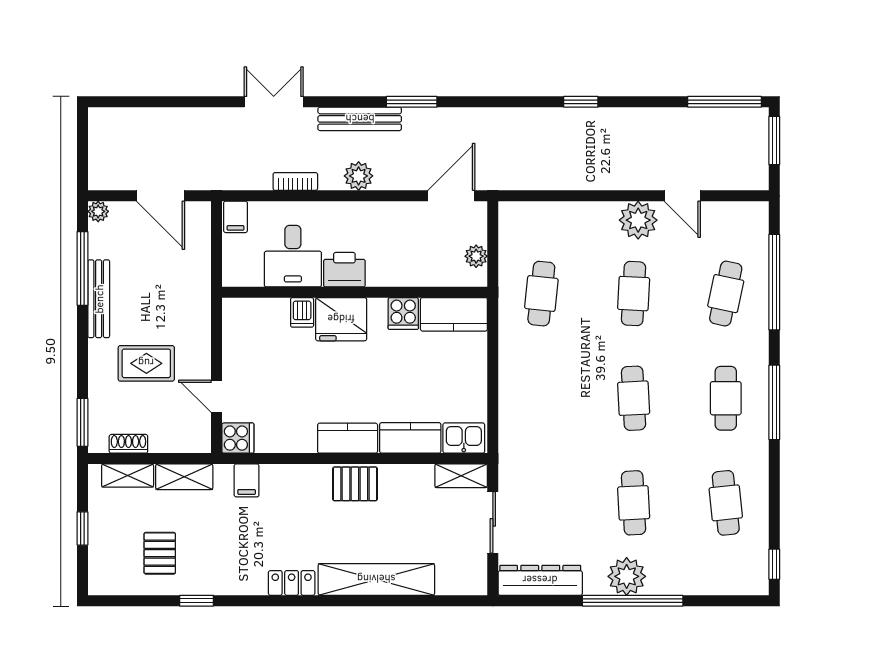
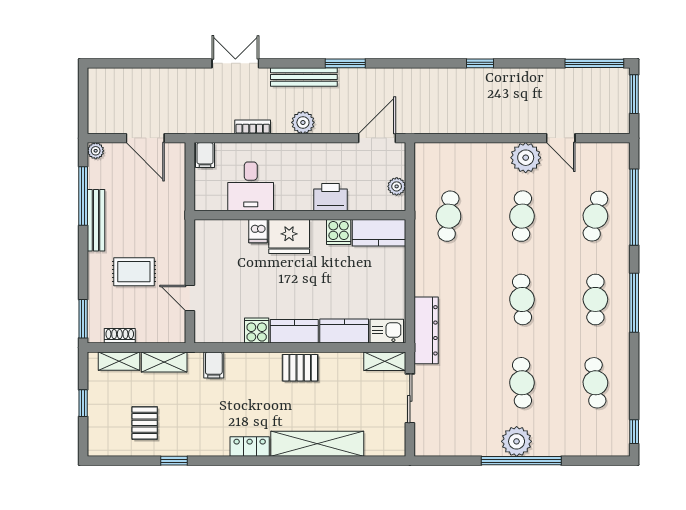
printer: (344, 270) -> (330, 197), moved
cooker: (238, 438) -> (257, 331), moved, turned -90
dresser: (540, 580) -> (426, 330), moved, turned 90

